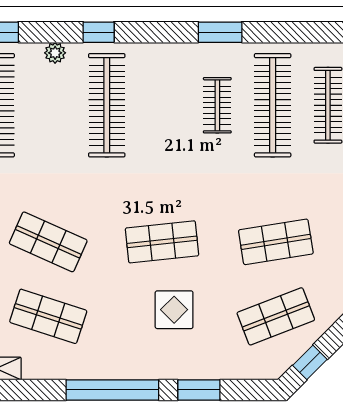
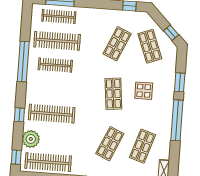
window: (220, 32) -> (23, 61), width x2.11
plant: (55, 53) -> (31, 139), width x1.88, depth x1.88
clothes rail: (217, 105) -> (55, 65), width x1.36
shop shelf: (276, 242) -> (117, 44), turned 33

